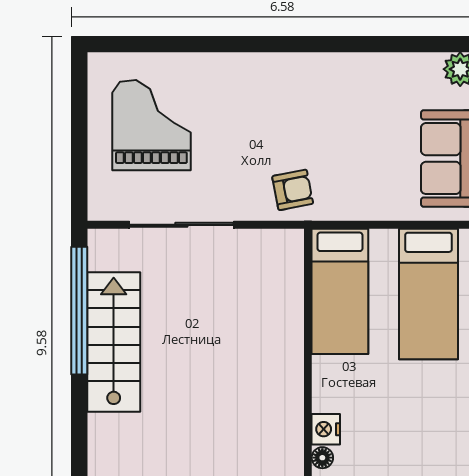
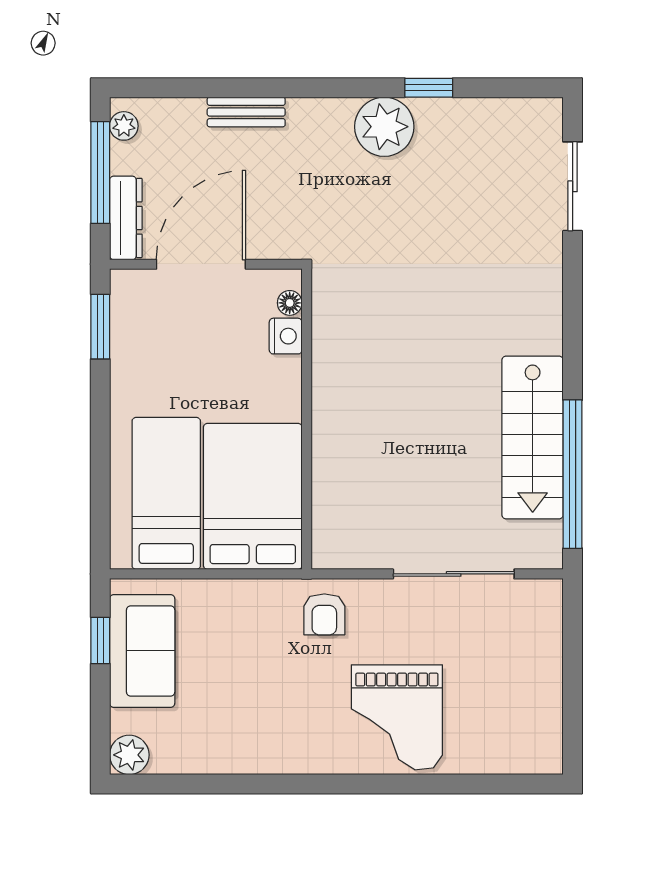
grand piano: (151, 125) -> (397, 717), moved
armchair: (293, 190) -> (324, 614), turned -79
bed: (340, 291) -> (253, 496), width x1.50

